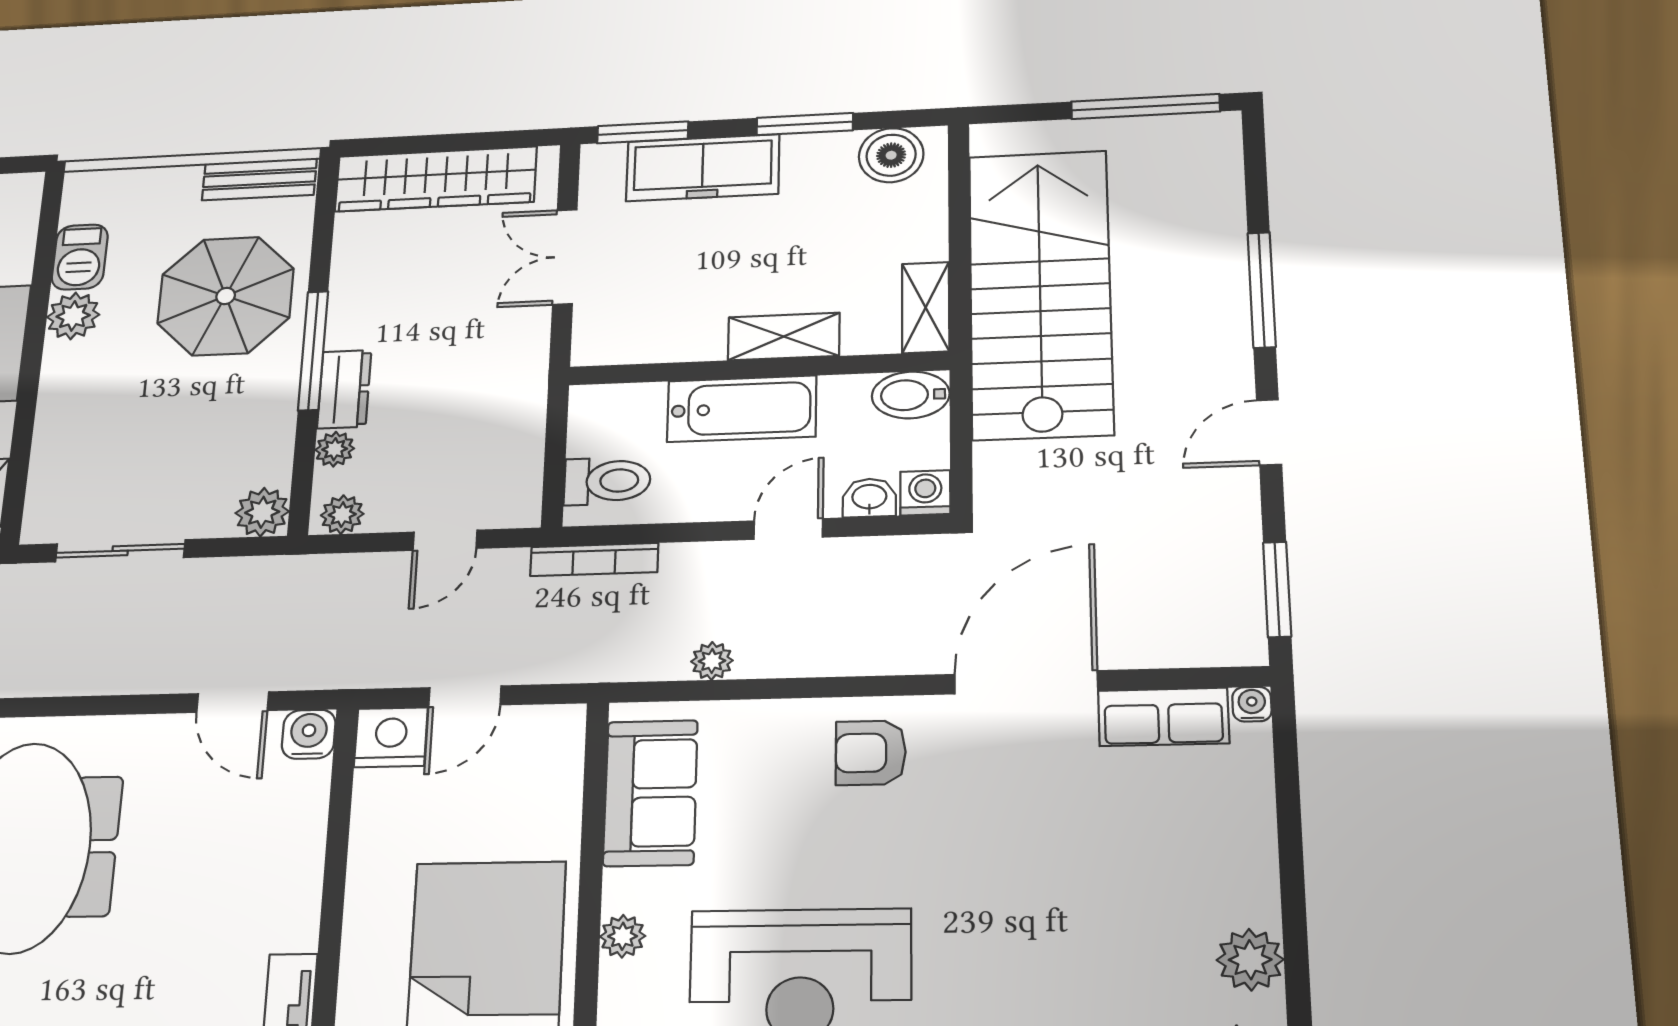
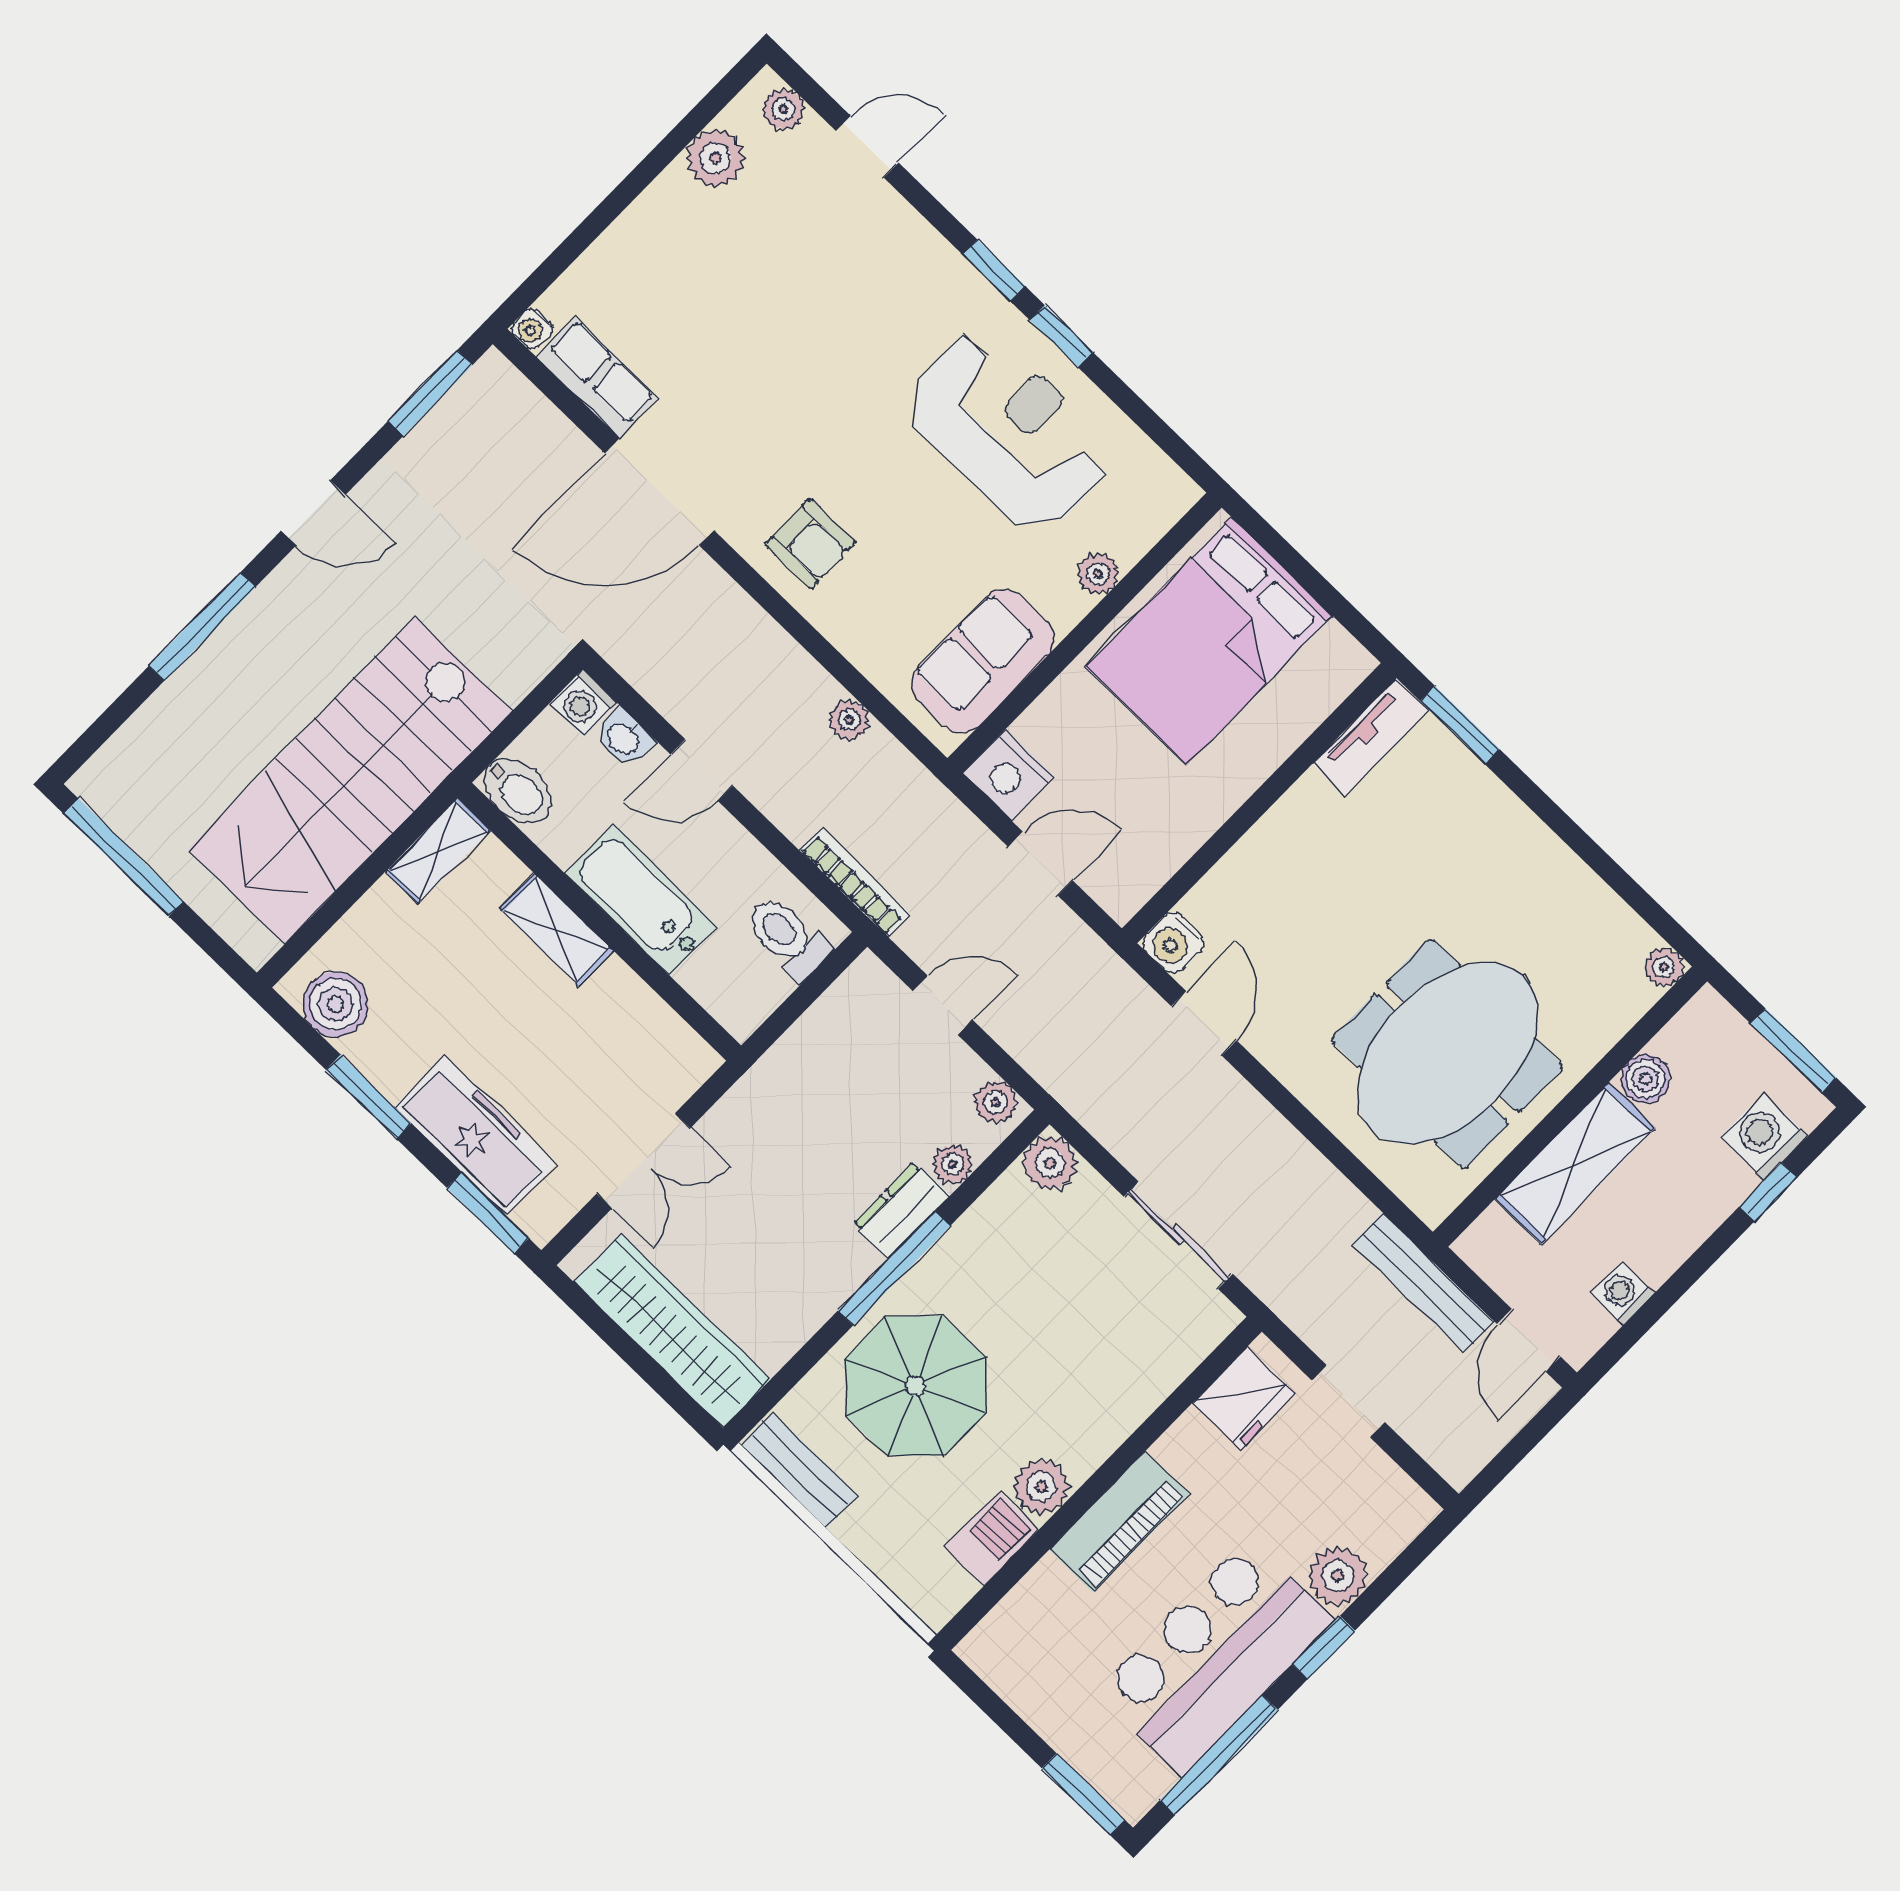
nightstand: (391, 737) -> (1009, 775), moved

